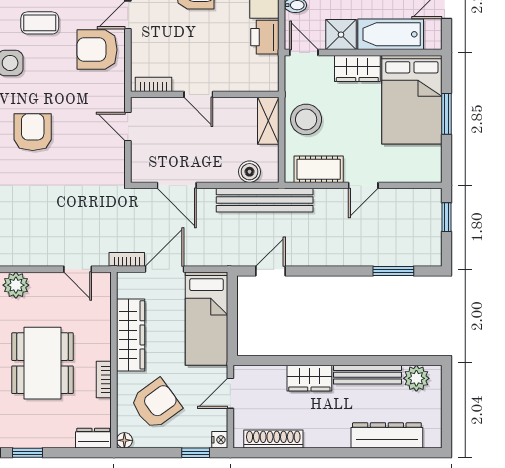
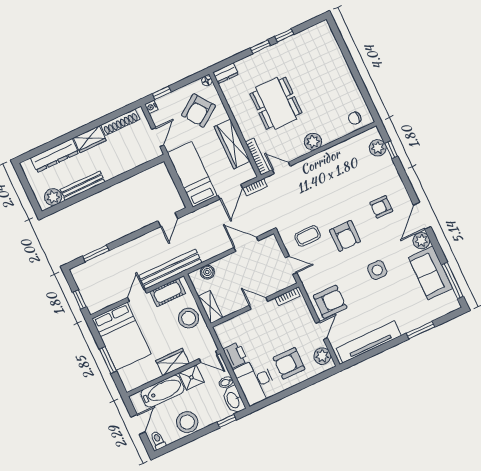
coffee table: (40, 23) -> (308, 236), moved
bed: (412, 100) -> (122, 336), moved, turned 180
bench: (265, 200) -> (170, 269), moved
wardrobe: (309, 378) -> (90, 139), moved, turned 180
bookcase: (104, 380) -> (257, 157), moved, width x1.56

